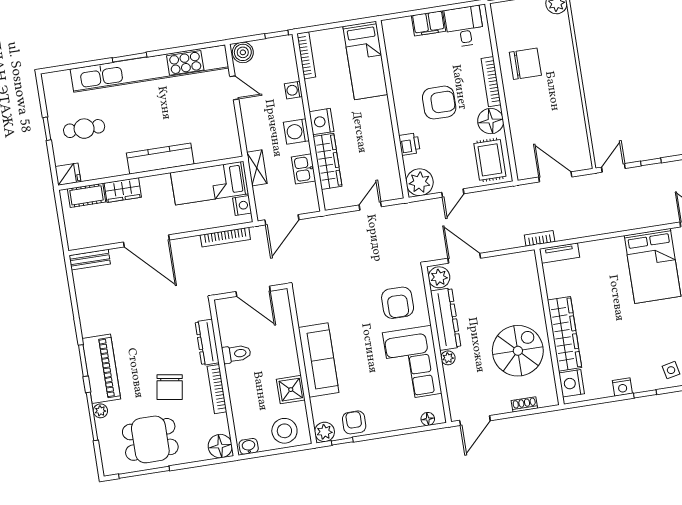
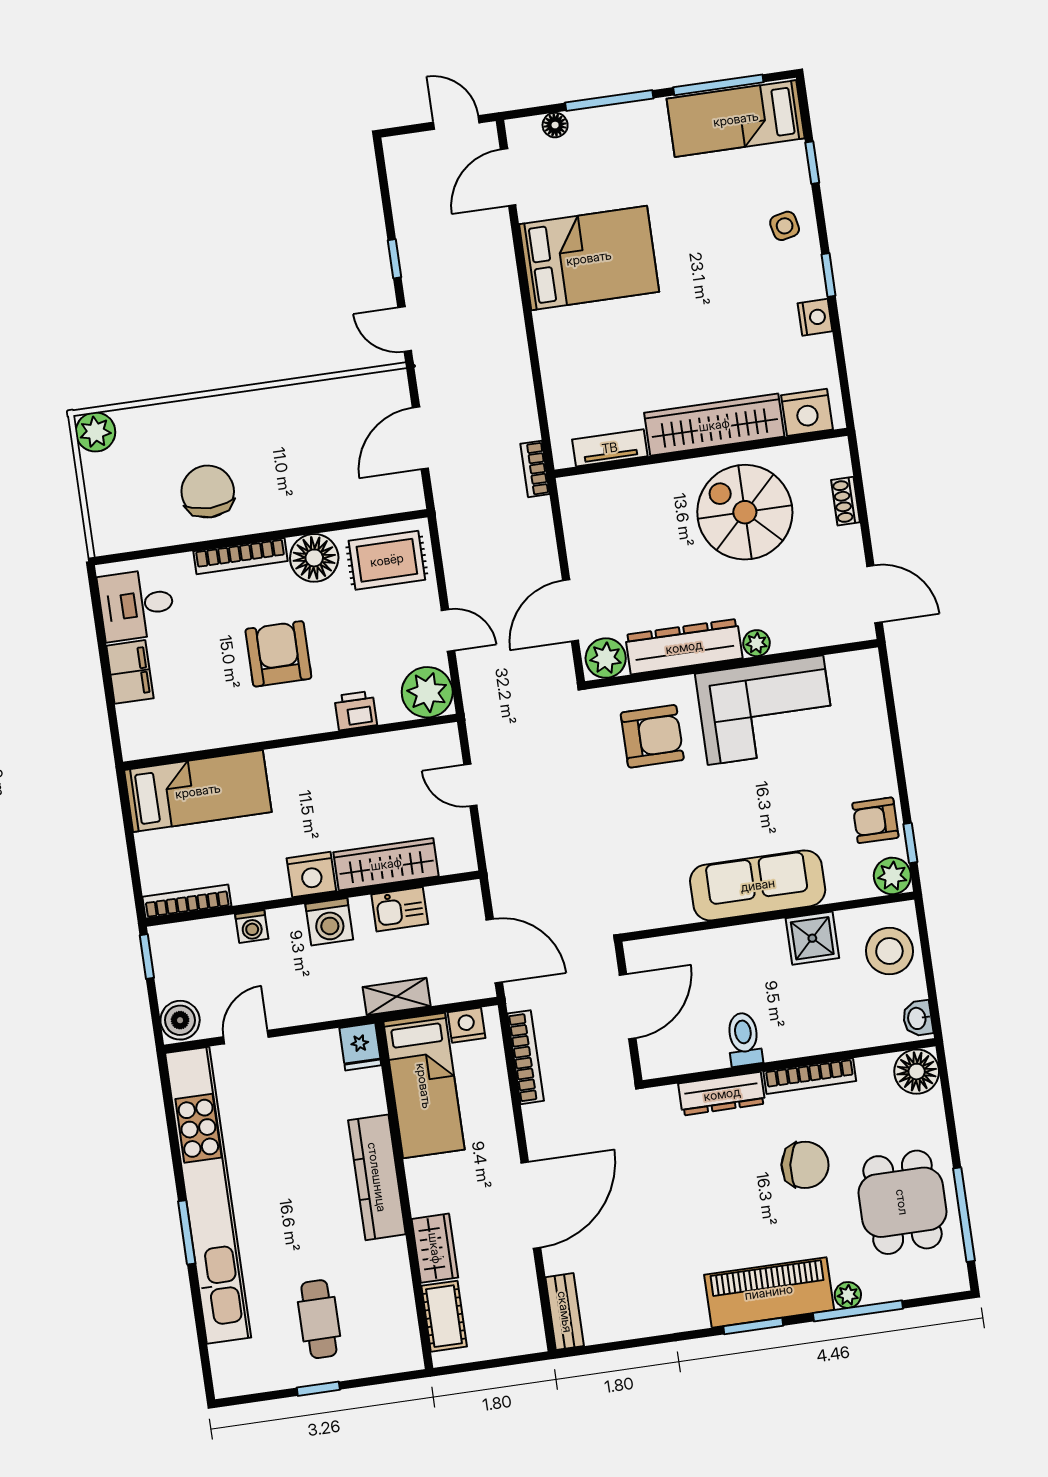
fridge: (68, 174) -> (360, 1047), moved, turned 180
tv unit: (559, 253) -> (610, 448), moved, turned -90
floor lamp: (428, 419) -> (870, 682), removed

